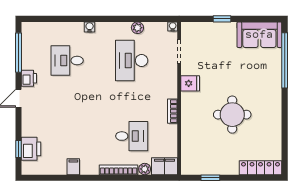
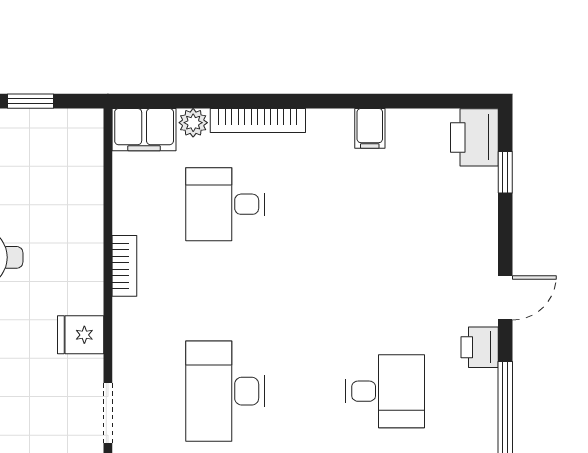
desk: (132, 61) -> (225, 391), turned 180
printer: (31, 149) -> (474, 137), moved

